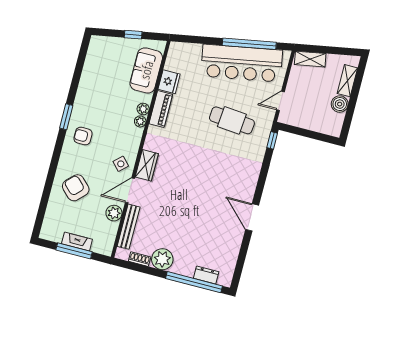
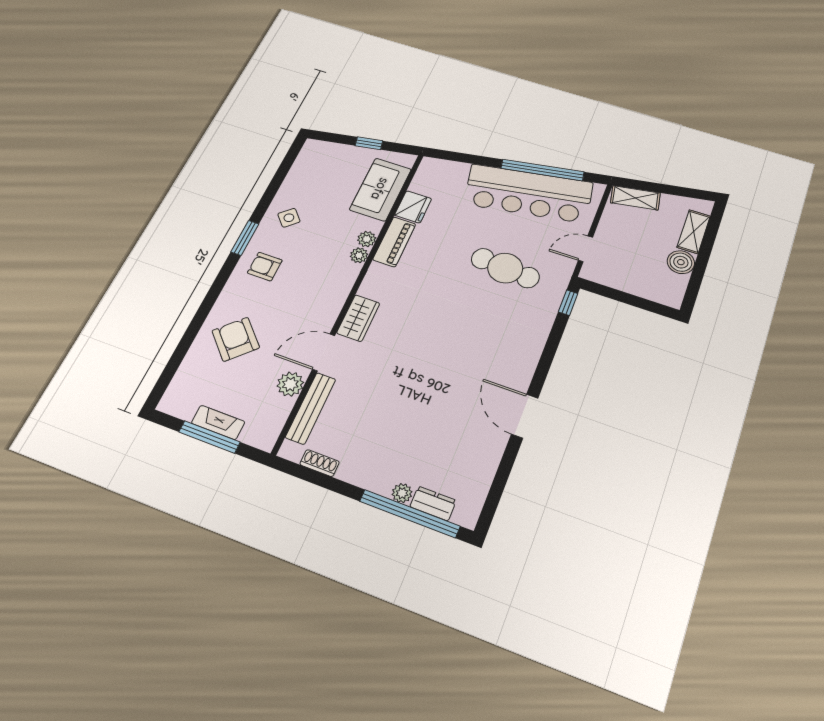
side table: (121, 164) -> (289, 218), moved
plant: (162, 259) -> (402, 493), moved, width x0.53, depth x0.53

